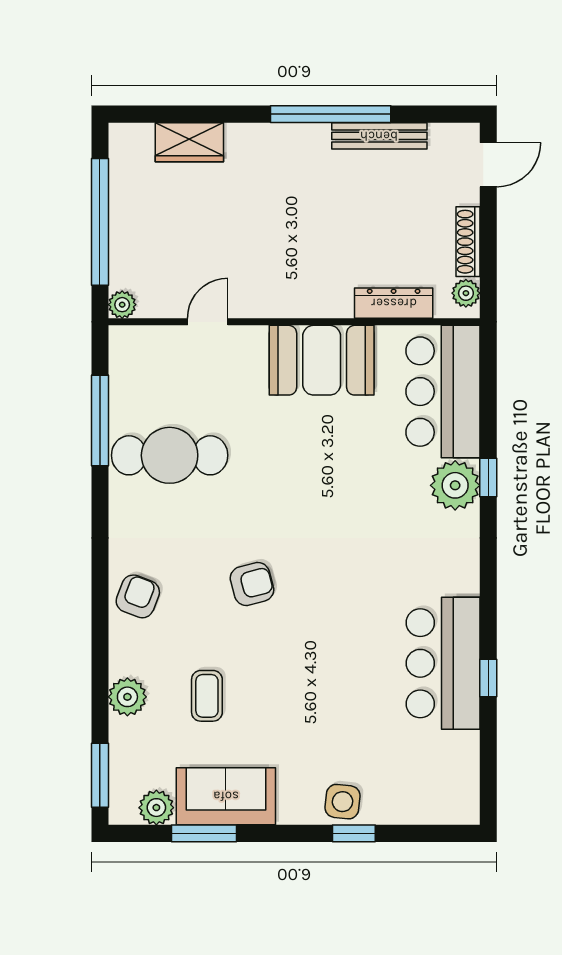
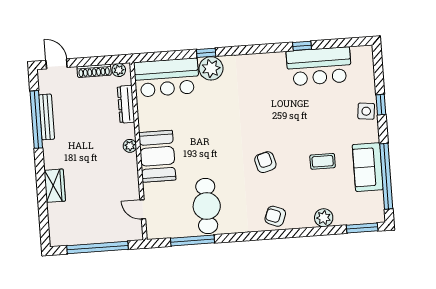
window: (331, 114) -> (36, 119), moved
wardrobe: (189, 142) -> (55, 186), moved
plant: (122, 305) -> (130, 146), moved
door: (208, 322) -> (143, 209), moved
booth: (322, 360) -> (157, 156), moved
bar counter: (443, 663) -> (319, 66), moved
coffee table: (207, 696) -> (323, 161), moved
plant: (156, 808) -> (376, 200), removed
window: (204, 833) -> (386, 176), width x2.11

